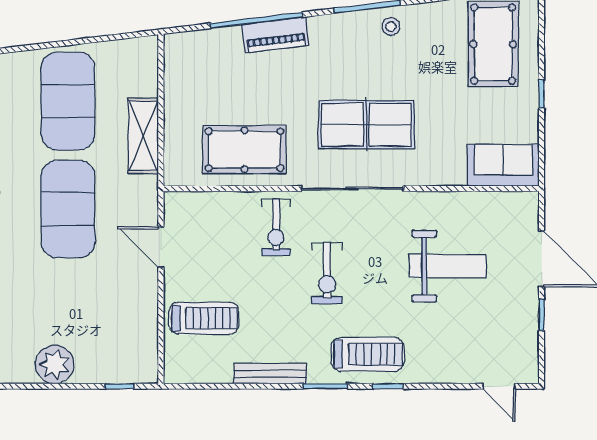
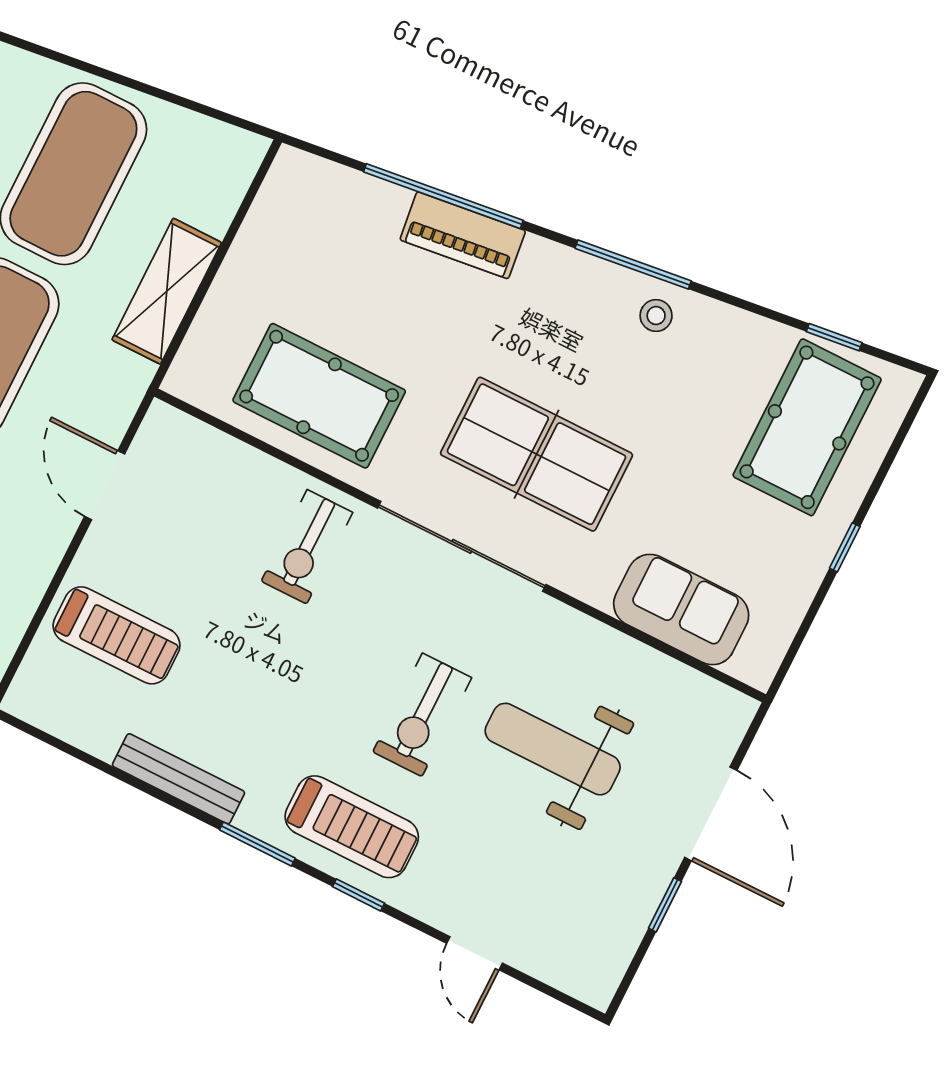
sofa: (503, 165) -> (681, 610), moved
weight bench: (447, 266) -> (553, 749), turned 180
exercise bike: (327, 273) -> (422, 715), moved
door: (499, 386) -> (475, 953), moved

